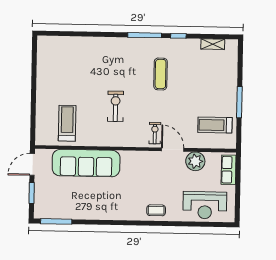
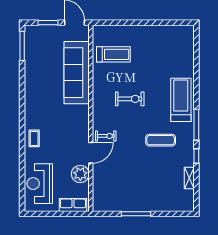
shelving: (213, 44) -> (189, 178), moved
treadmill: (215, 125) -> (181, 100), moved, width x1.37, depth x1.38

